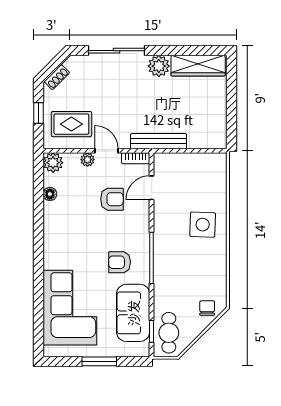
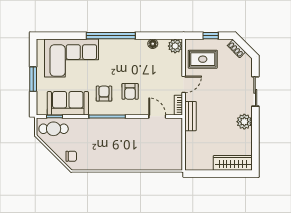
sliding door: (117, 51) -> (255, 91), width x0.73
wardrobe: (198, 66) -> (233, 163), moved, turned 90
rug: (71, 124) -> (203, 59), turned 90
bench: (159, 141) -> (191, 116), width x0.73
plant: (87, 160) -> (177, 71), removed
armchair: (112, 199) -> (130, 91), moved
side table: (203, 225) -> (131, 153), removed
window: (38, 253) -> (111, 36), added

